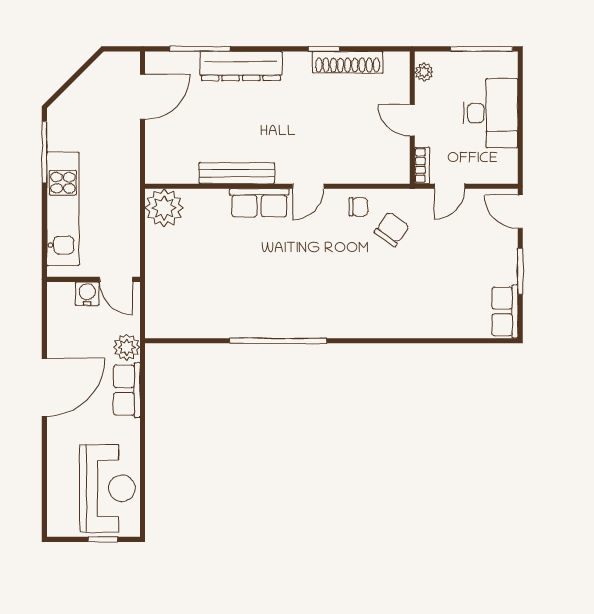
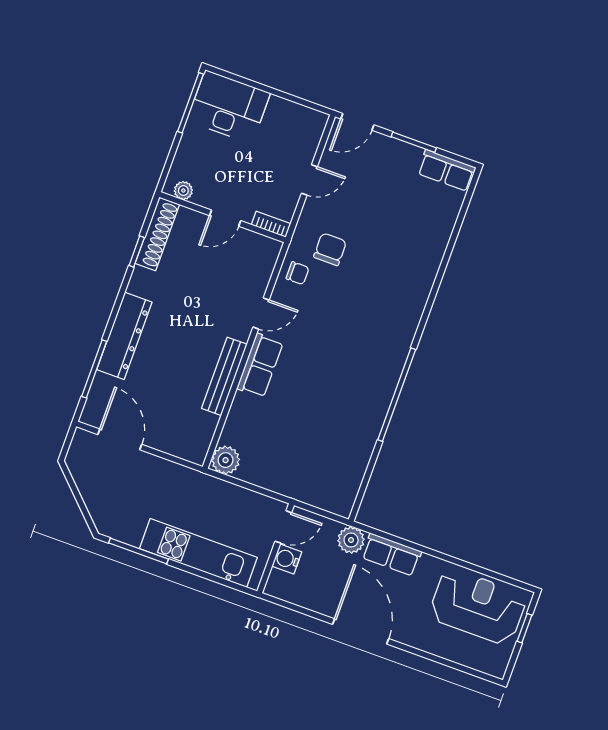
plant: (424, 72) -> (183, 191), moved
desk: (491, 113) -> (229, 107), moved
wall: (412, 118) -> (222, 217), moved
door: (412, 120) -> (225, 218), moved
bookcase: (422, 165) -> (271, 224), moved
door: (308, 186) -> (261, 314), hinge flipped
door: (450, 186) -> (309, 180), hinge flipped
chair: (358, 207) -> (298, 273), turned 90
plant: (164, 208) -> (226, 460), width x0.73, depth x0.73
chair: (392, 229) -> (330, 249), turned 54

